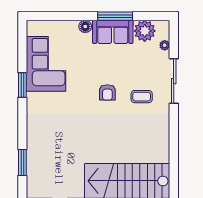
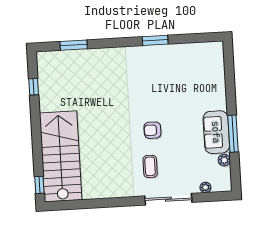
floor lamp: (85, 27) -> (220, 103), removed
plant: (145, 31) -> (224, 160), width x0.53, depth x0.53
corner sofa: (46, 64) -> (179, 64), removed

